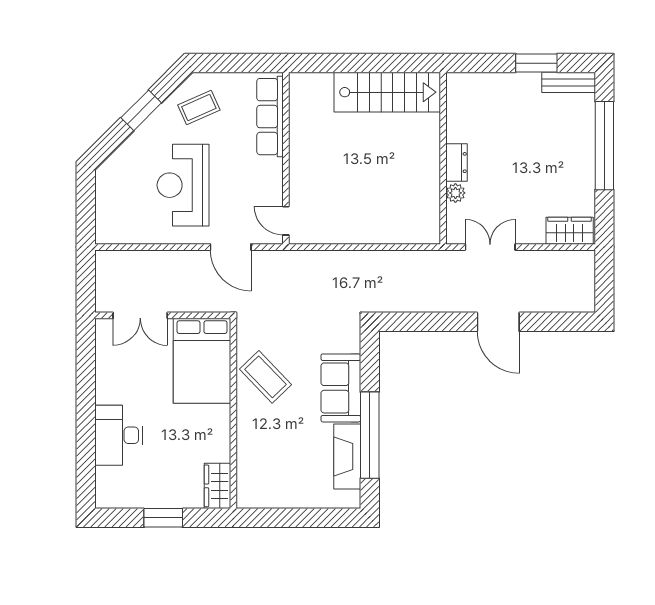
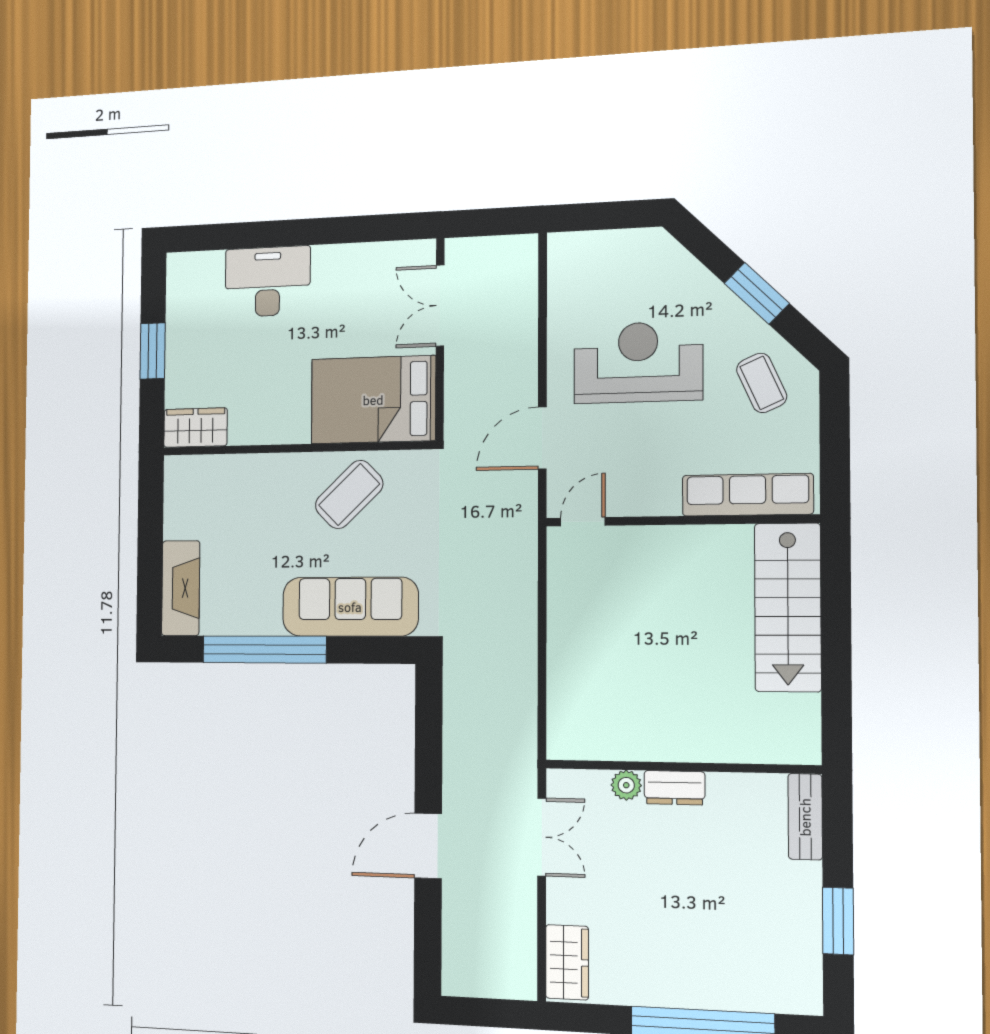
bench: (569, 82) -> (805, 817), moved
stairs: (387, 92) -> (788, 607), moved
sofa: (341, 388) -> (350, 607), width x1.36
fireplace: (347, 456) -> (181, 588), moved, turned 90

